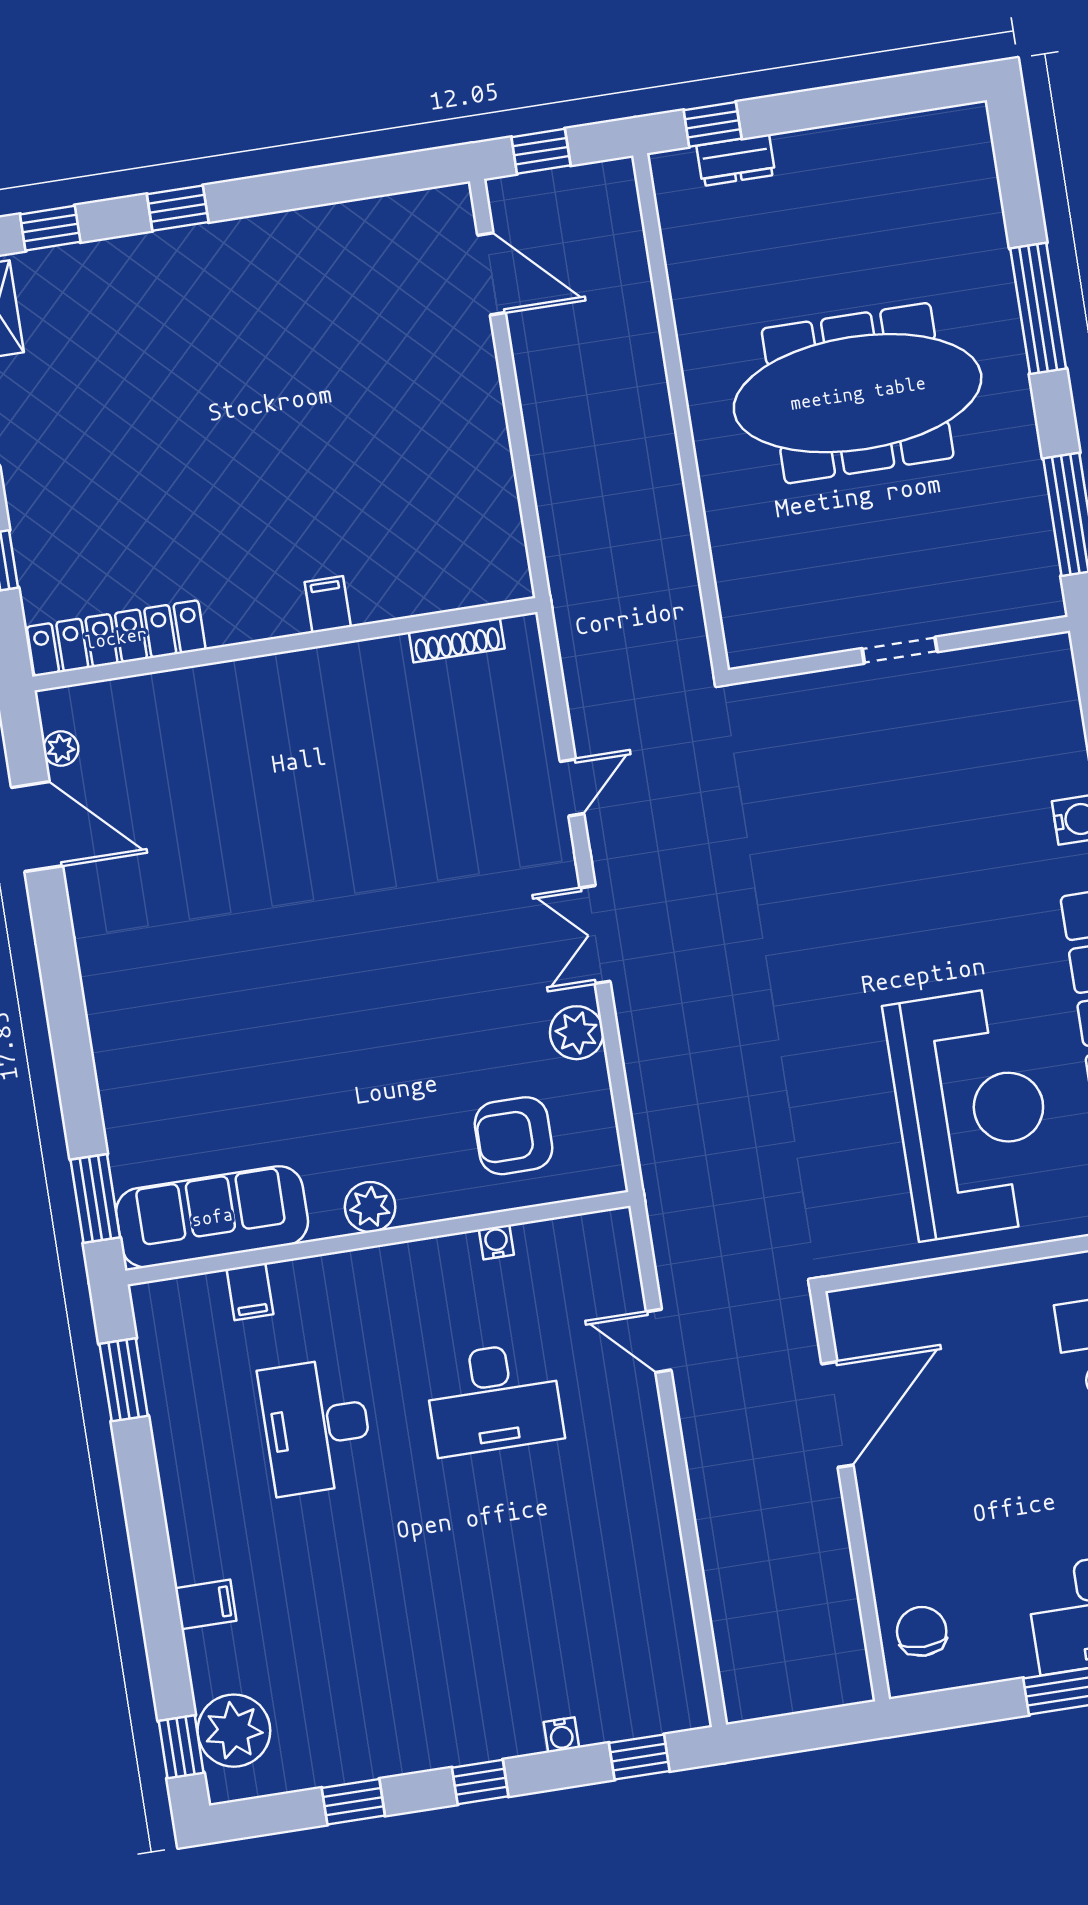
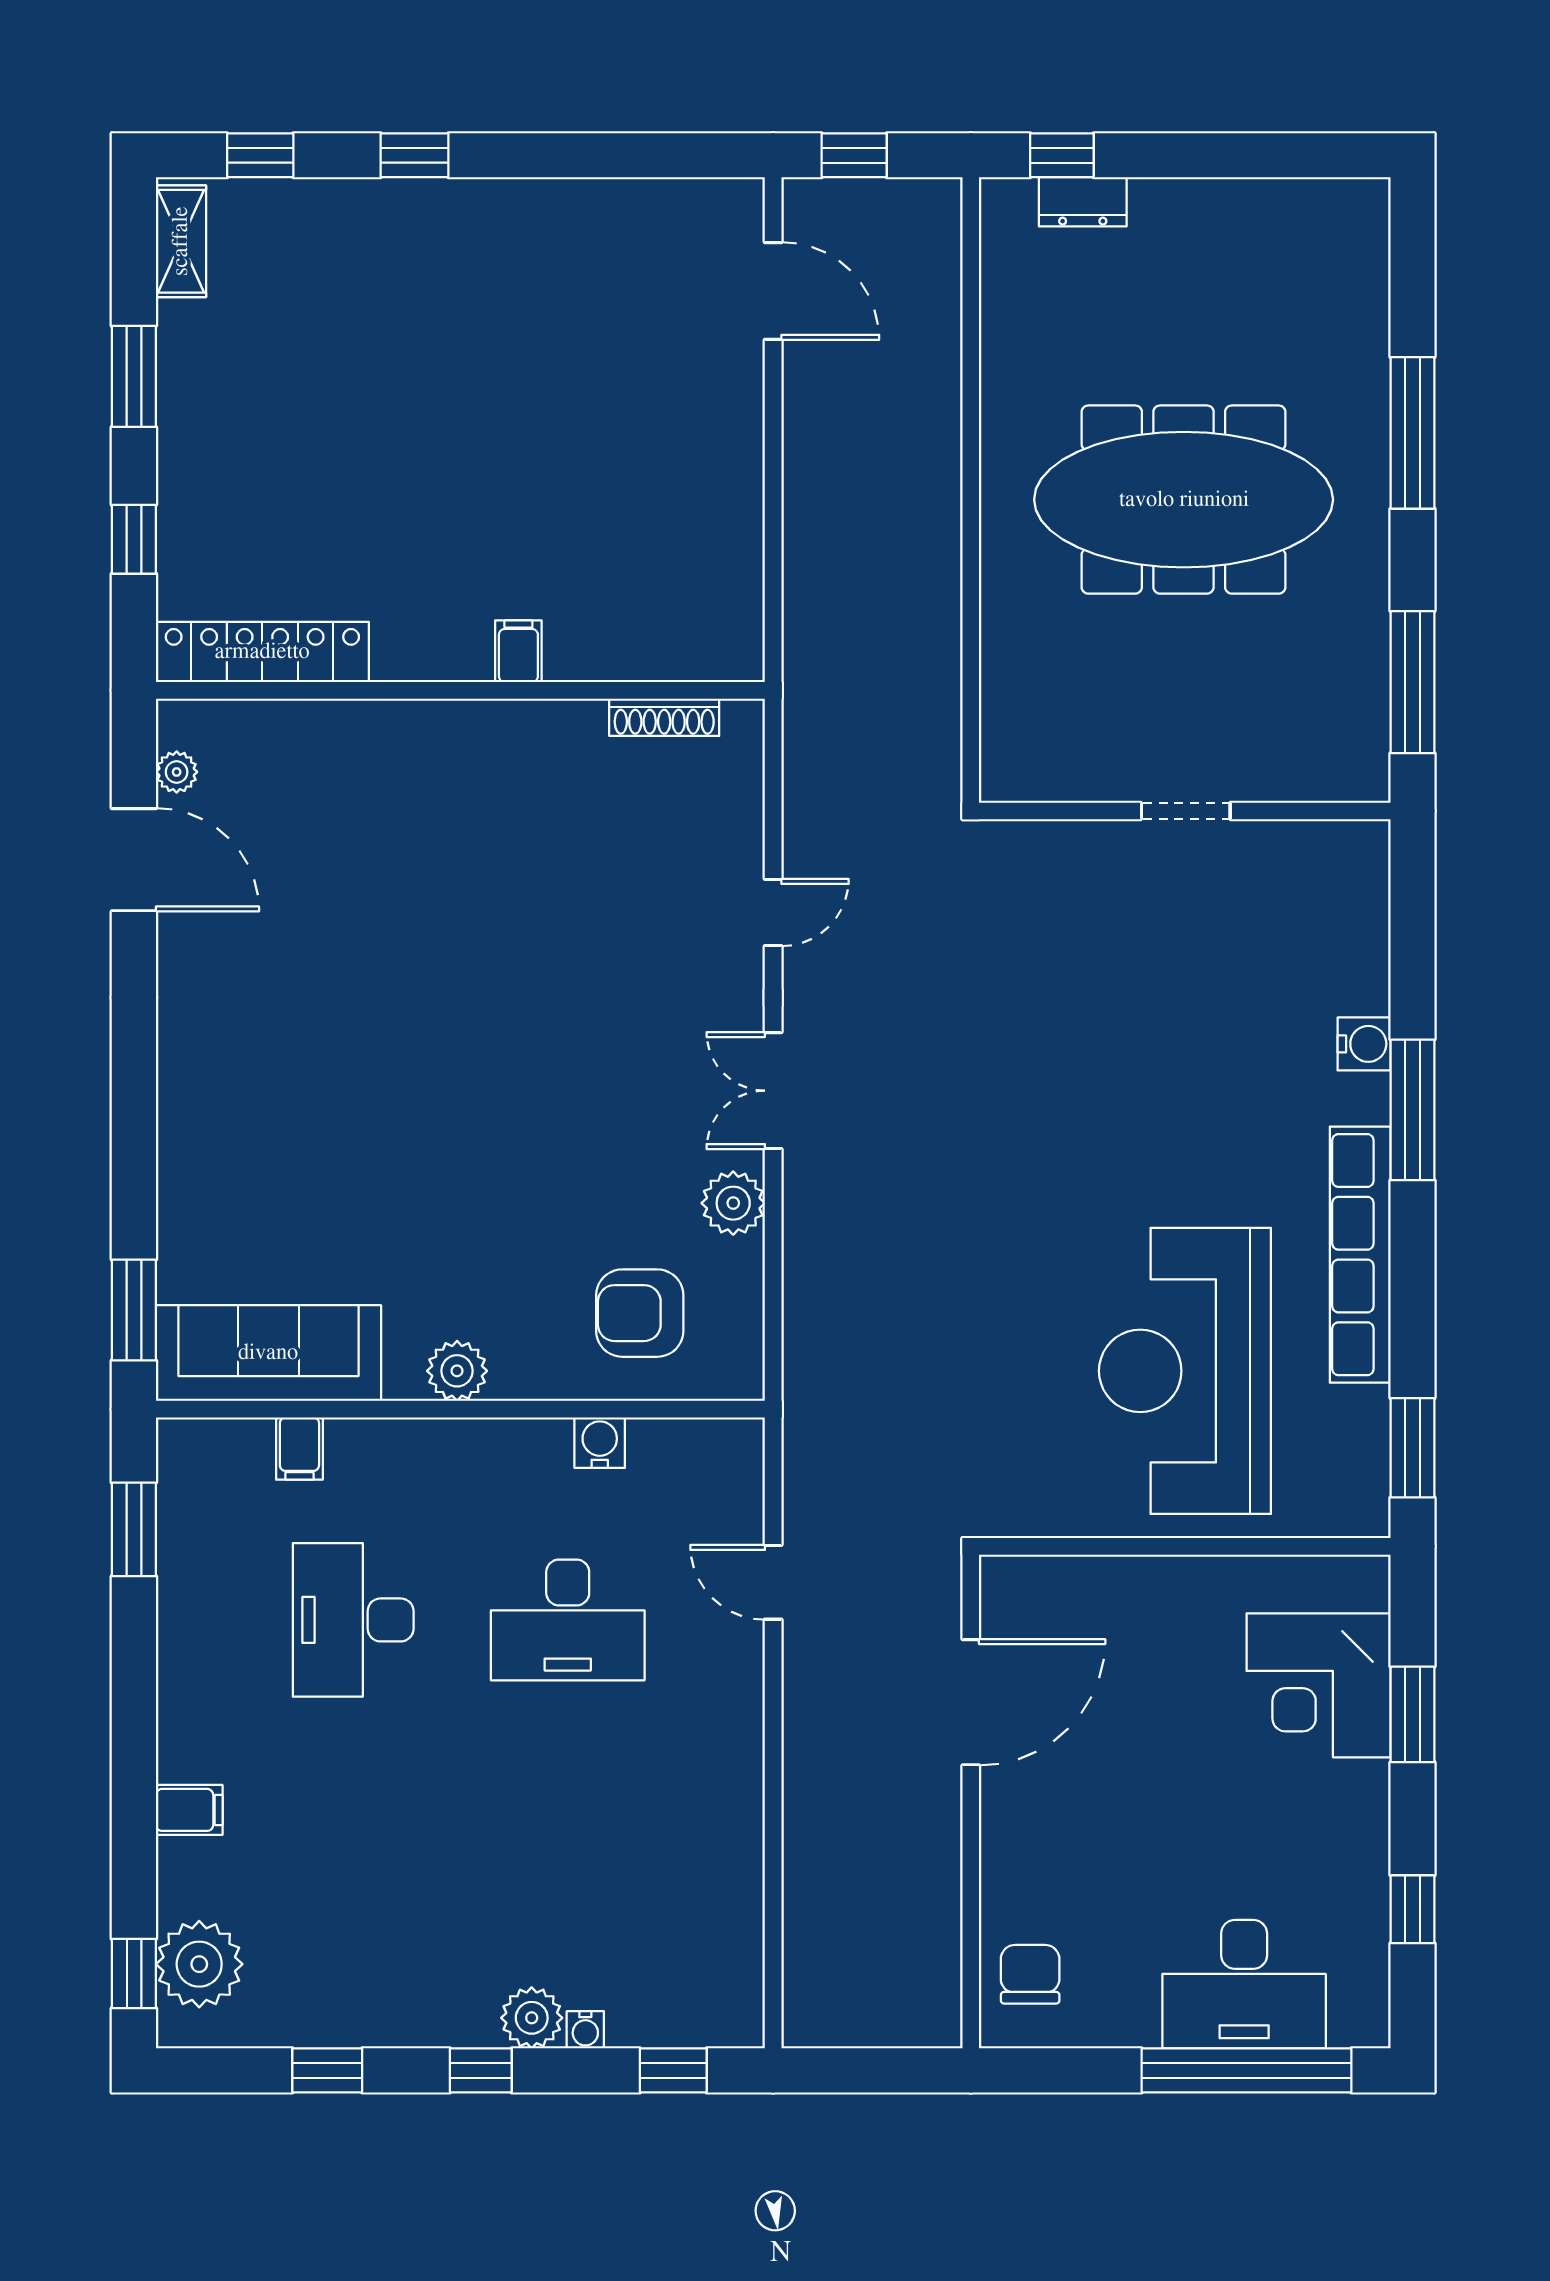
reception desk: (972, 1113) -> (1185, 1371), turned 180
water cooler: (496, 1242) -> (600, 1443), width x1.38, depth x1.38
plant: (515, 1732) -> (532, 2018), added

